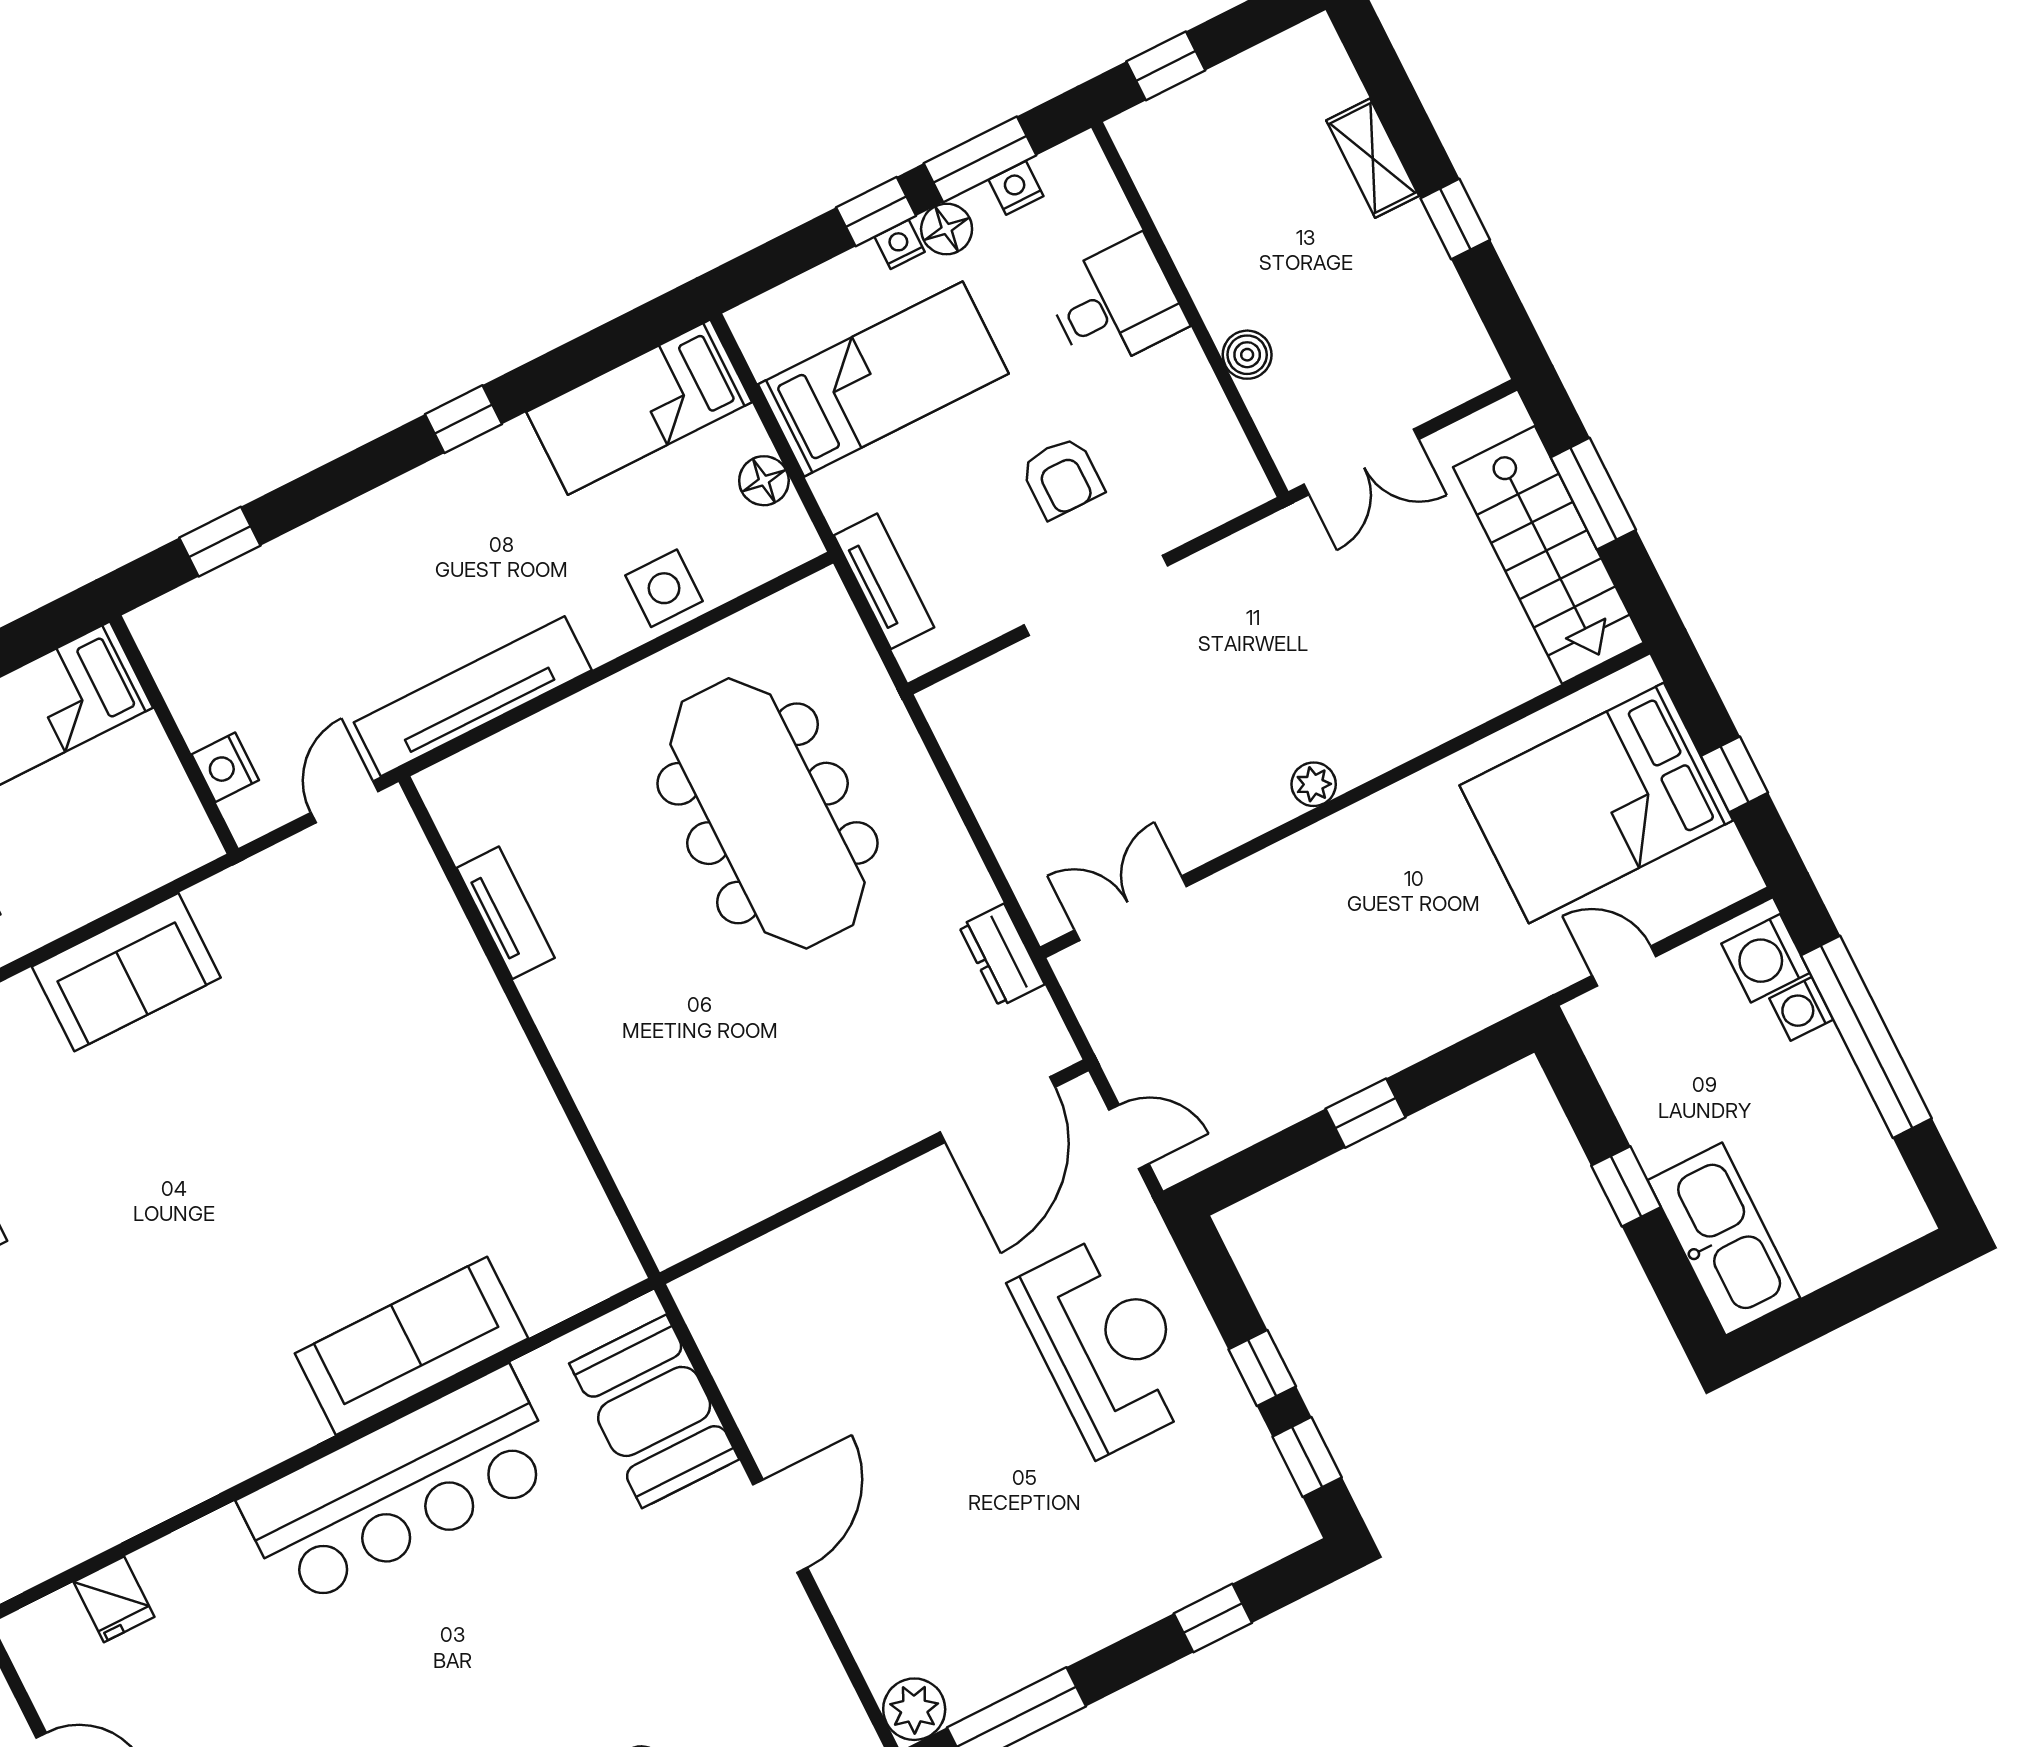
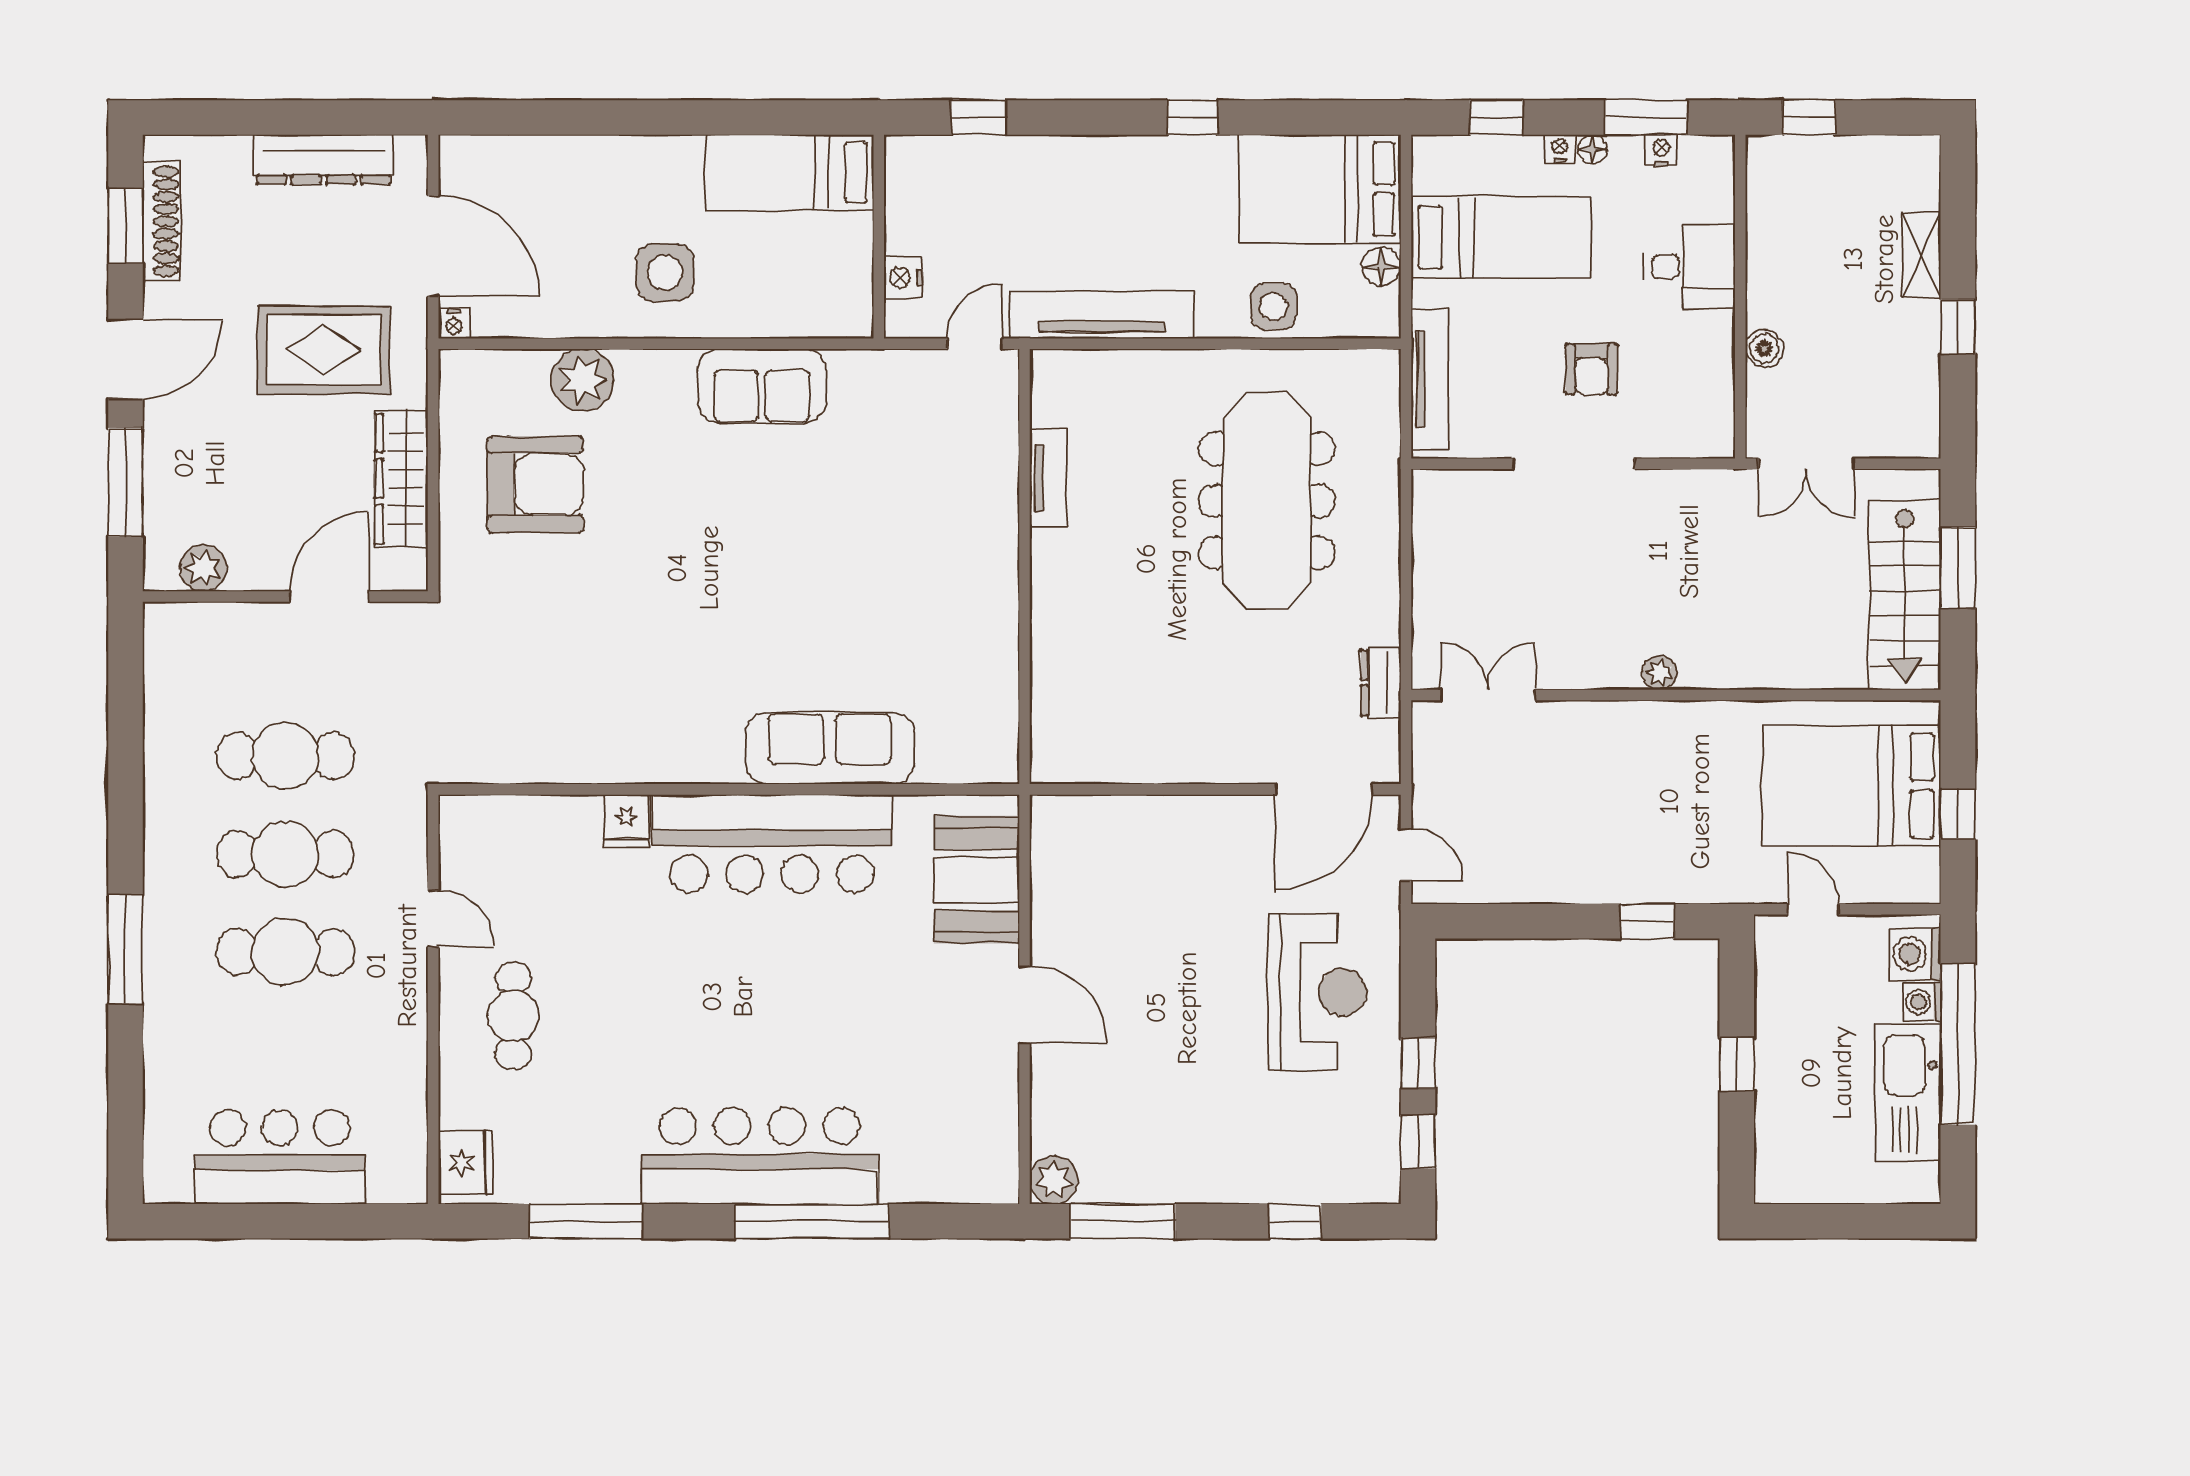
window: (876, 212) -> (1497, 117), moved
floor lamp: (947, 229) -> (1593, 149), width x0.73, depth x0.73
bed: (639, 407) -> (1320, 189), width x1.50
tv unit: (884, 581) -> (1430, 379), width x1.41
window: (1366, 1113) -> (1648, 921), moved
kitchen sink: (1724, 1239) -> (1908, 1092), moved, turned 180
door: (780, 1526) -> (1025, 1004), hinge flipped
fridge: (114, 1599) -> (626, 821), moved

